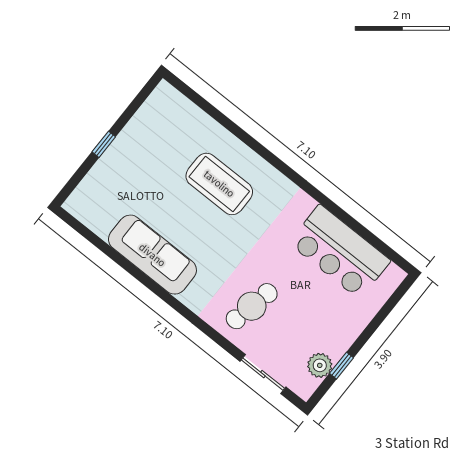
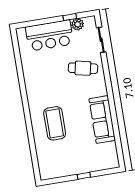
bar counter: (340, 252) -> (49, 35), moved, turned 90

